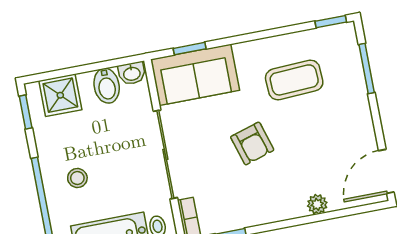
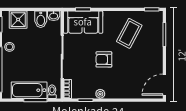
coffee table: (294, 80) -> (129, 33), turned -59
armchair: (252, 143) -> (104, 59), turned 107
stool: (77, 178) -> (9, 47), moved
plant: (317, 204) -> (100, 94), moved

